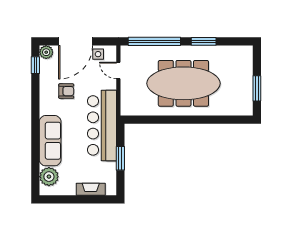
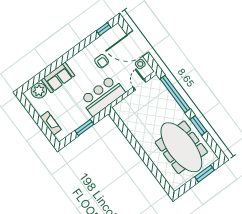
plant: (46, 52) -> (117, 30), removed
meeting table: (183, 83) -> (181, 147), moved
window: (257, 88) -> (204, 174), moved
bar counter: (102, 125) -> (103, 96), width x0.73
sofa: (50, 141) -> (58, 78), width x0.73

